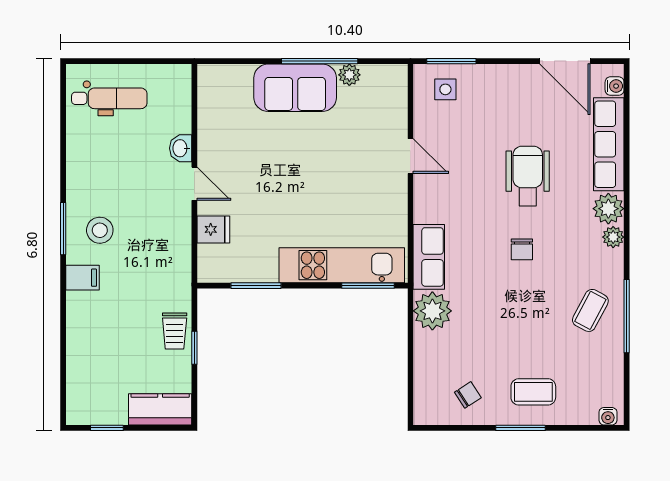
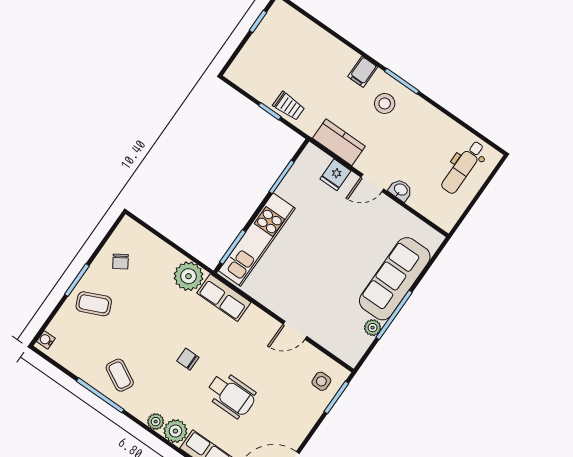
sofa: (295, 88) -> (395, 279), width x1.36
trolley: (175, 331) -> (289, 106), turned 180
coffee table: (533, 392) -> (94, 304), turned 66
kitchen counter: (160, 409) -> (339, 142), moved, turned -90

